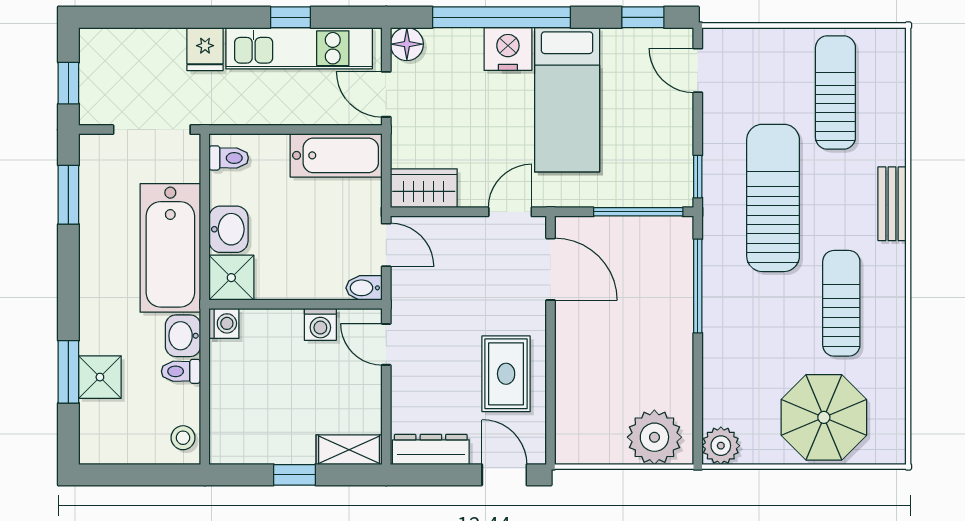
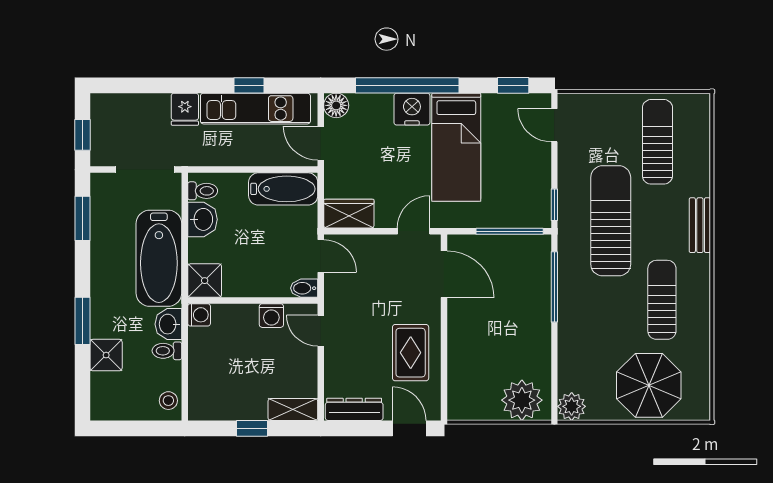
washbasin: (228, 229) -> (202, 219), moved
window: (68, 372) -> (82, 321), moved

